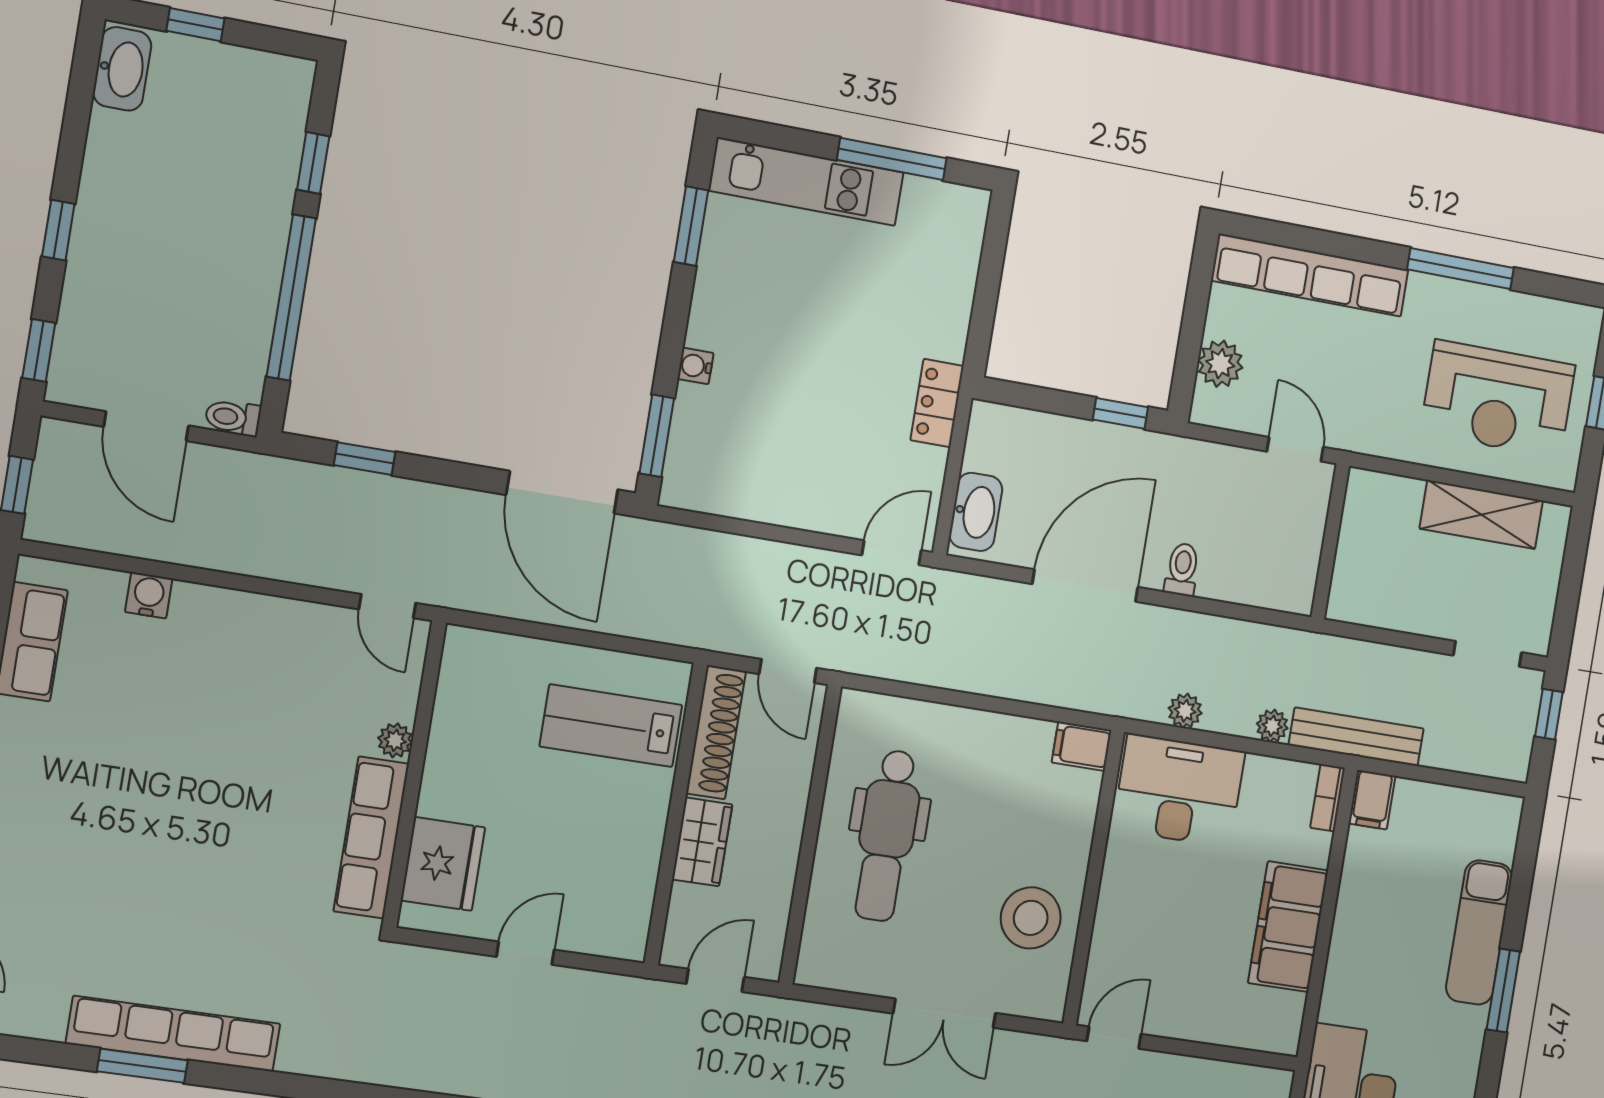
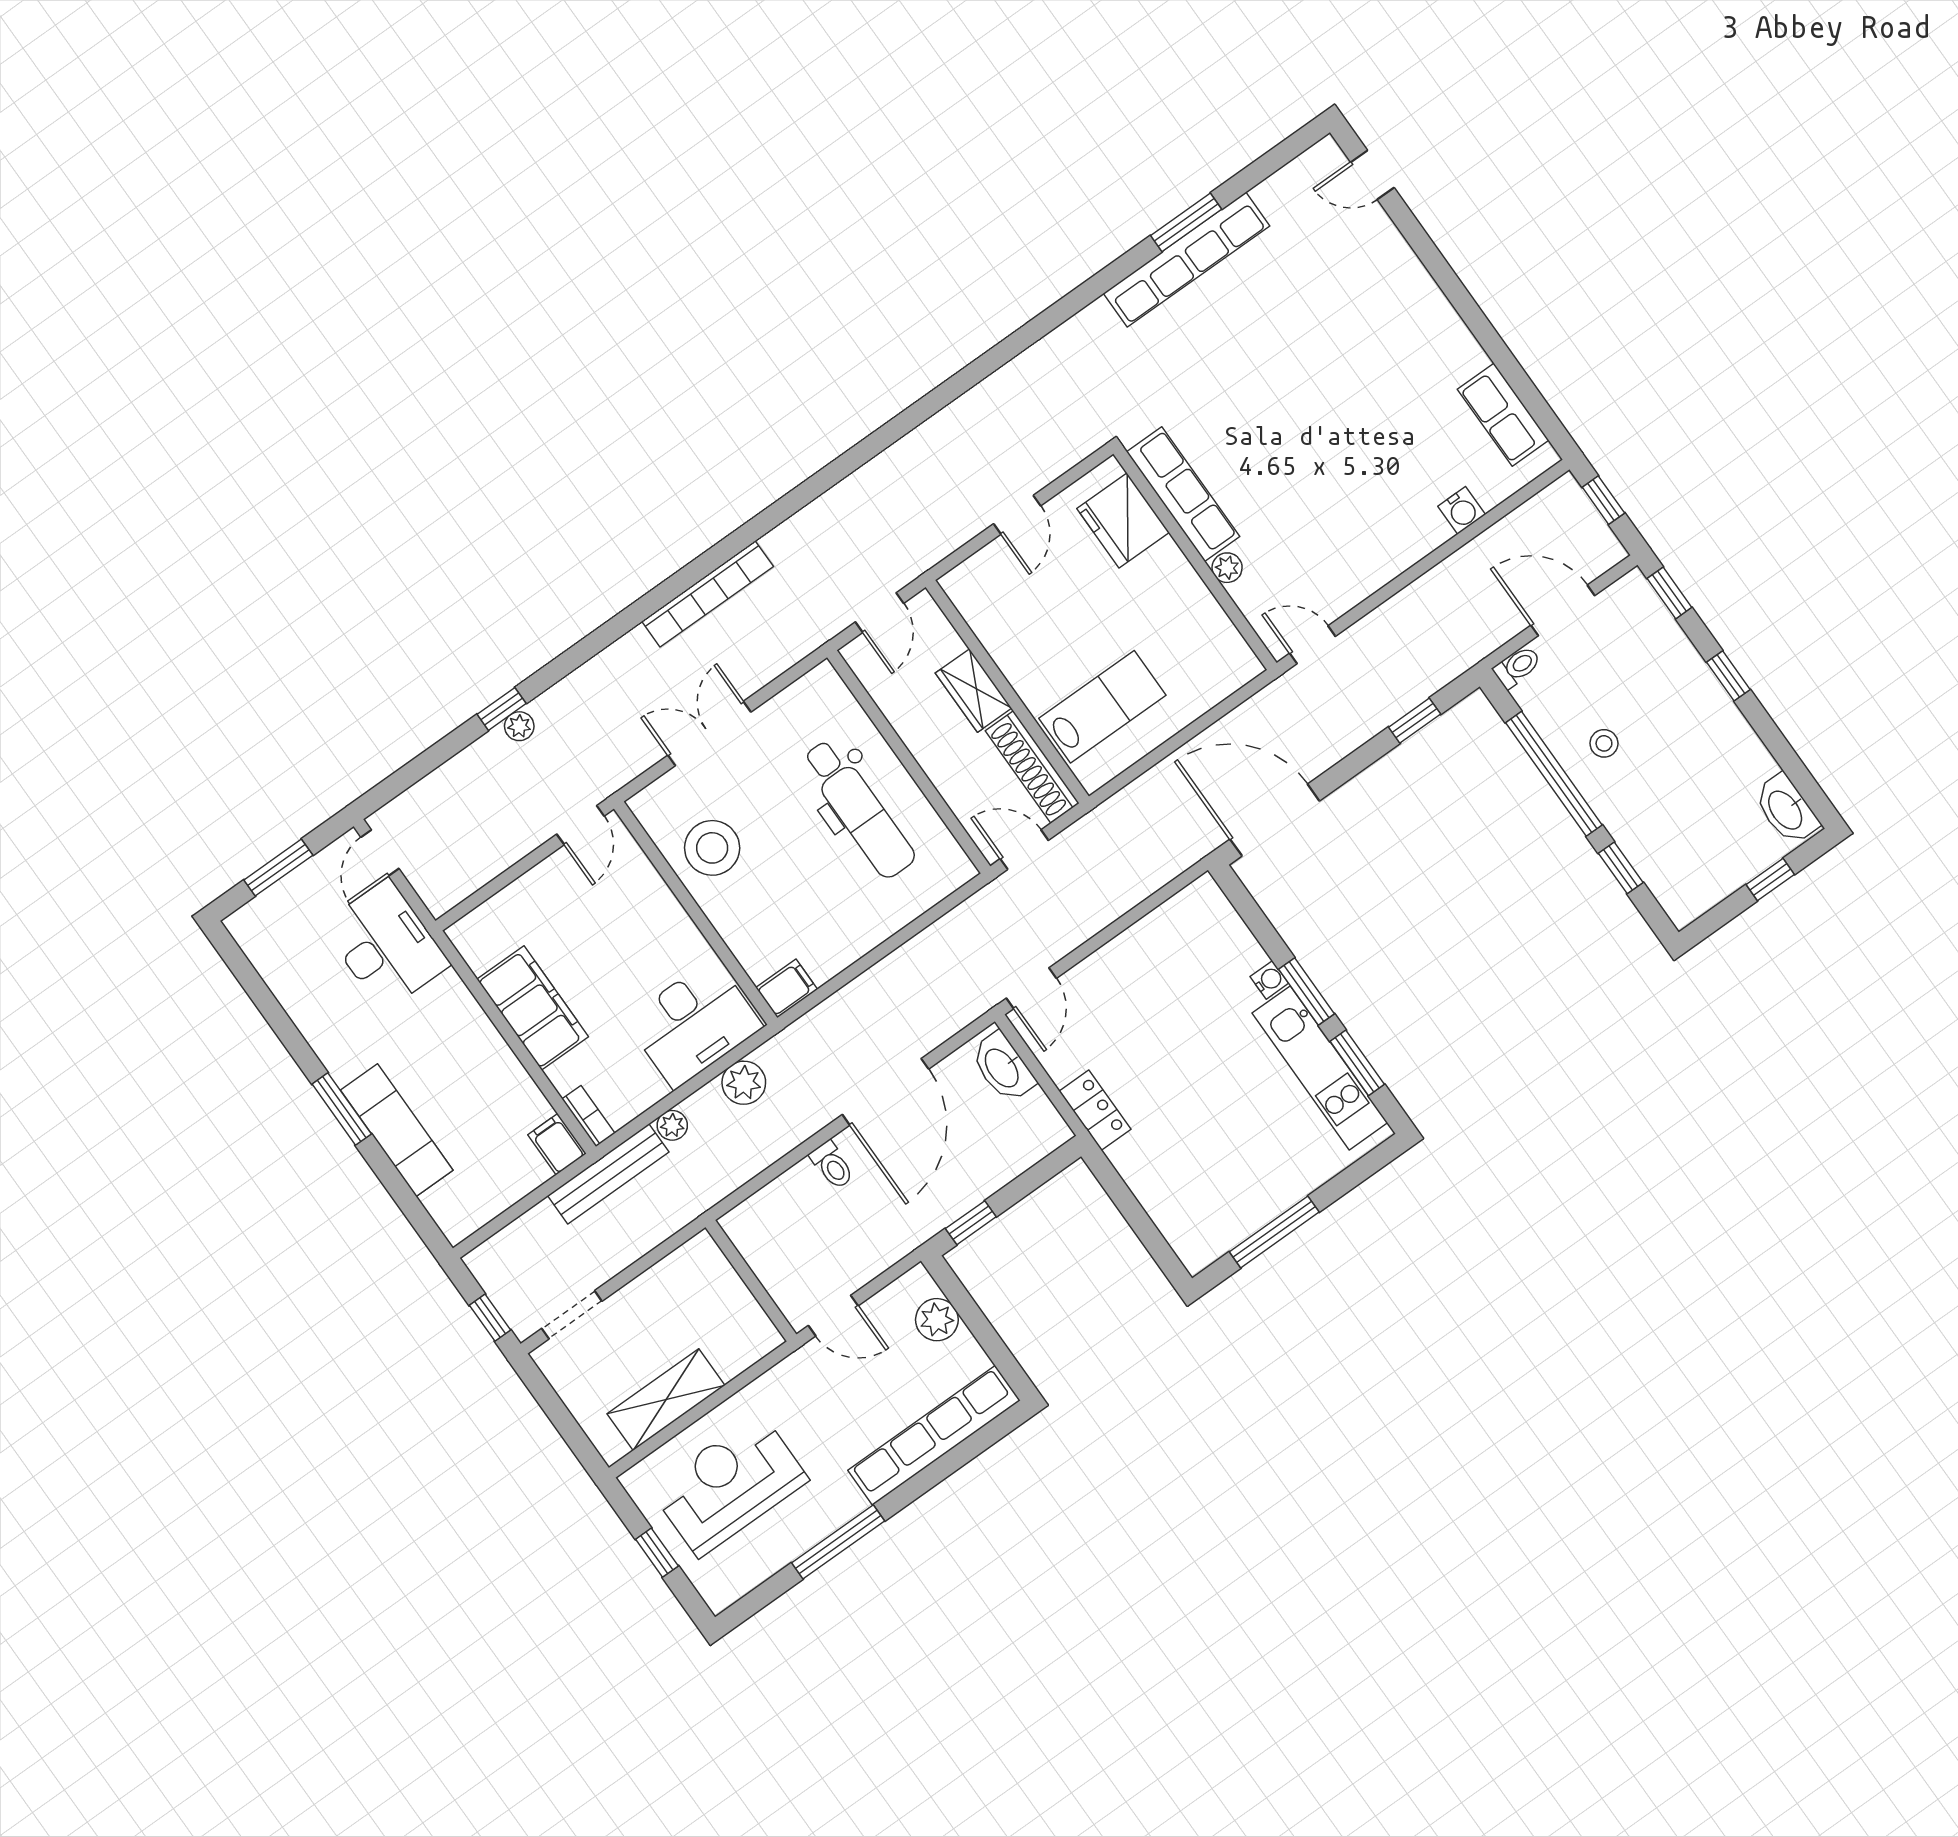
kitchen unit: (806, 182) -> (1320, 1068), moved, turned -90
stool: (223, 280) -> (1604, 743), added
window: (657, 436) -> (1306, 991), moved
plant: (1185, 711) -> (744, 1083), width x1.38, depth x1.38
dental chair: (887, 836) -> (859, 809), turned 180

